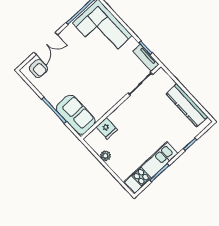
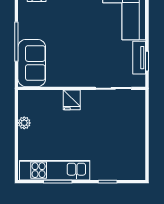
tv unit: (146, 58) -> (139, 58), moved
kitchen counter: (187, 105) -> (136, 145), removed
fridge: (107, 128) -> (72, 100), moved

